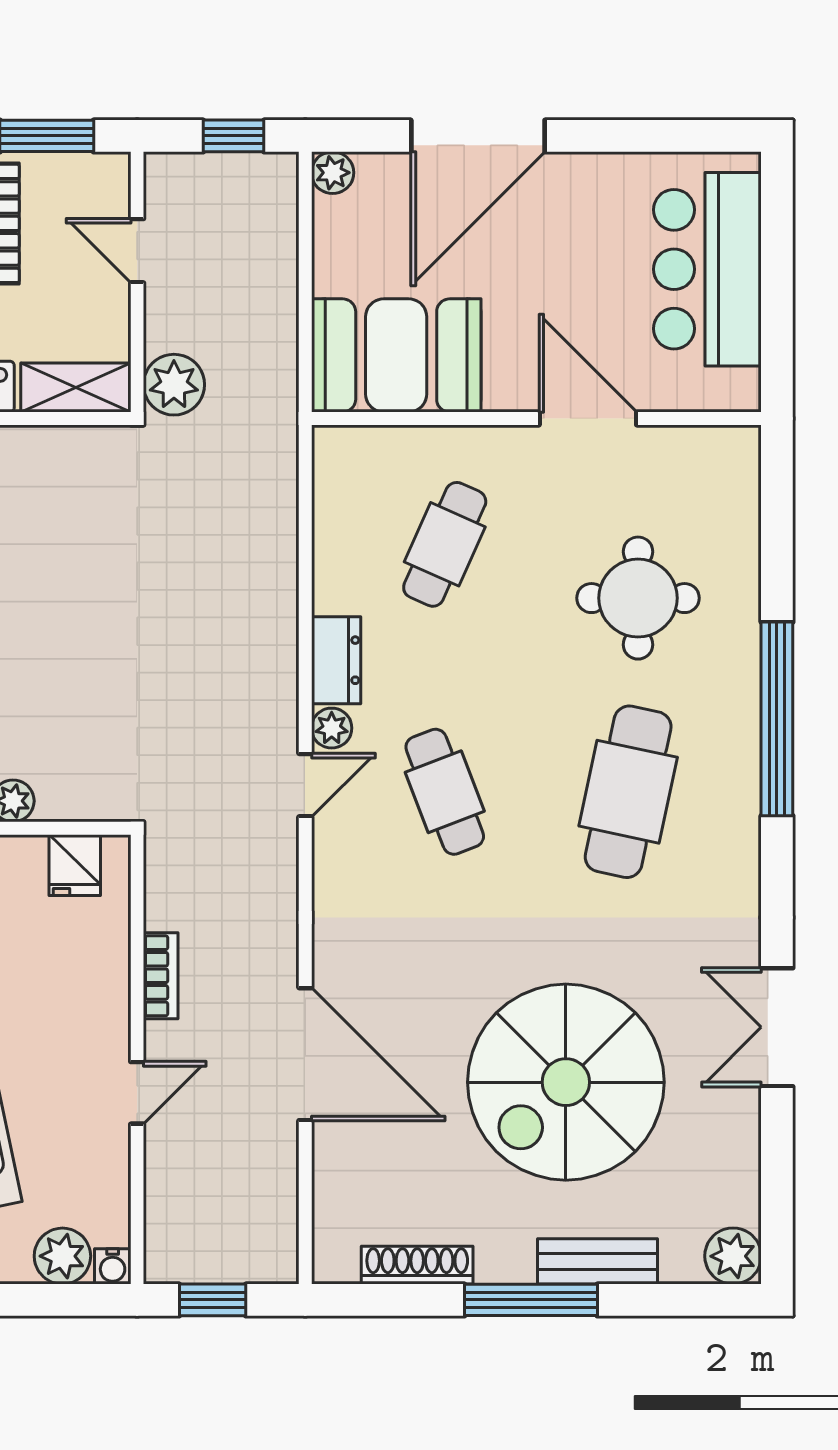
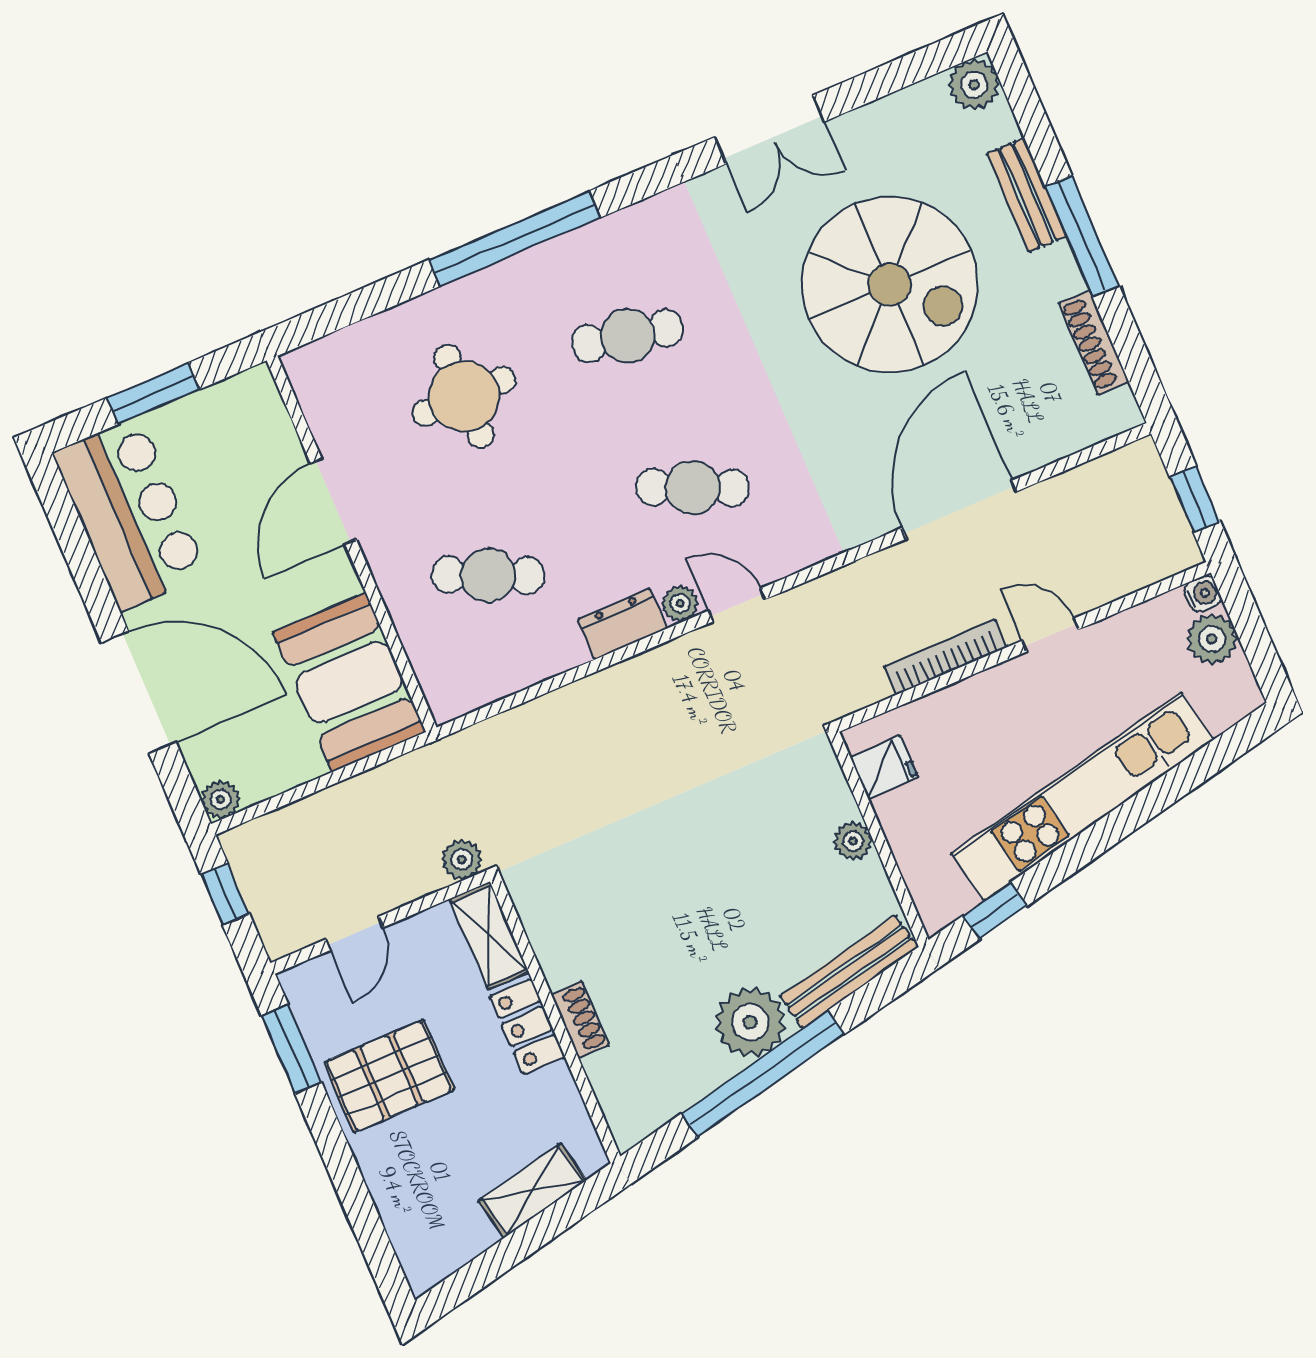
bar counter: (707, 269) -> (130, 514), moved, turned -90
window: (777, 282) -> (153, 393), added
plant: (174, 385) -> (462, 859), width x0.73, depth x0.73
cafe table: (445, 792) -> (693, 487), turned 45
cafe table: (628, 792) -> (628, 336), width x0.73, depth x0.74
bookcase: (161, 976) -> (945, 657), width x1.56

